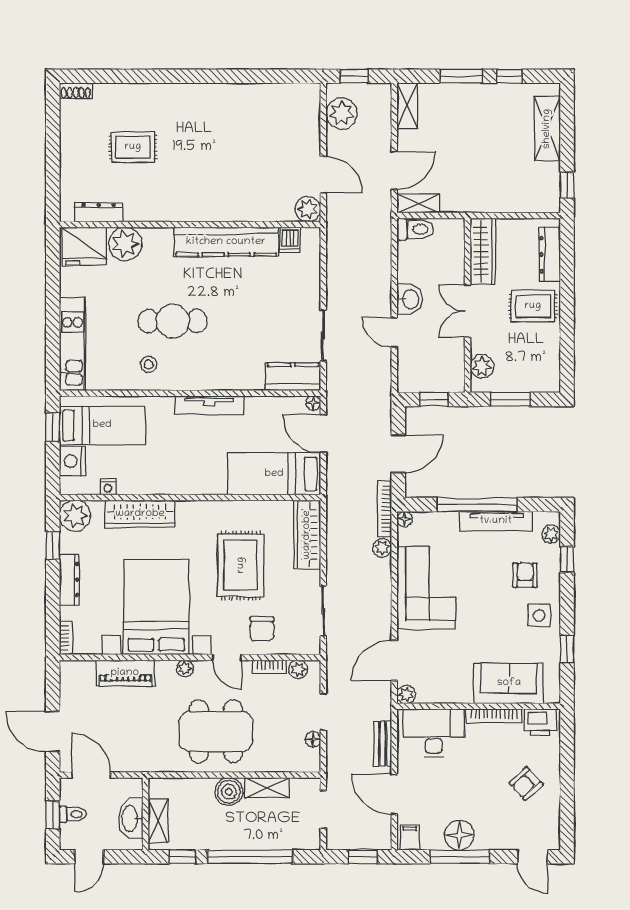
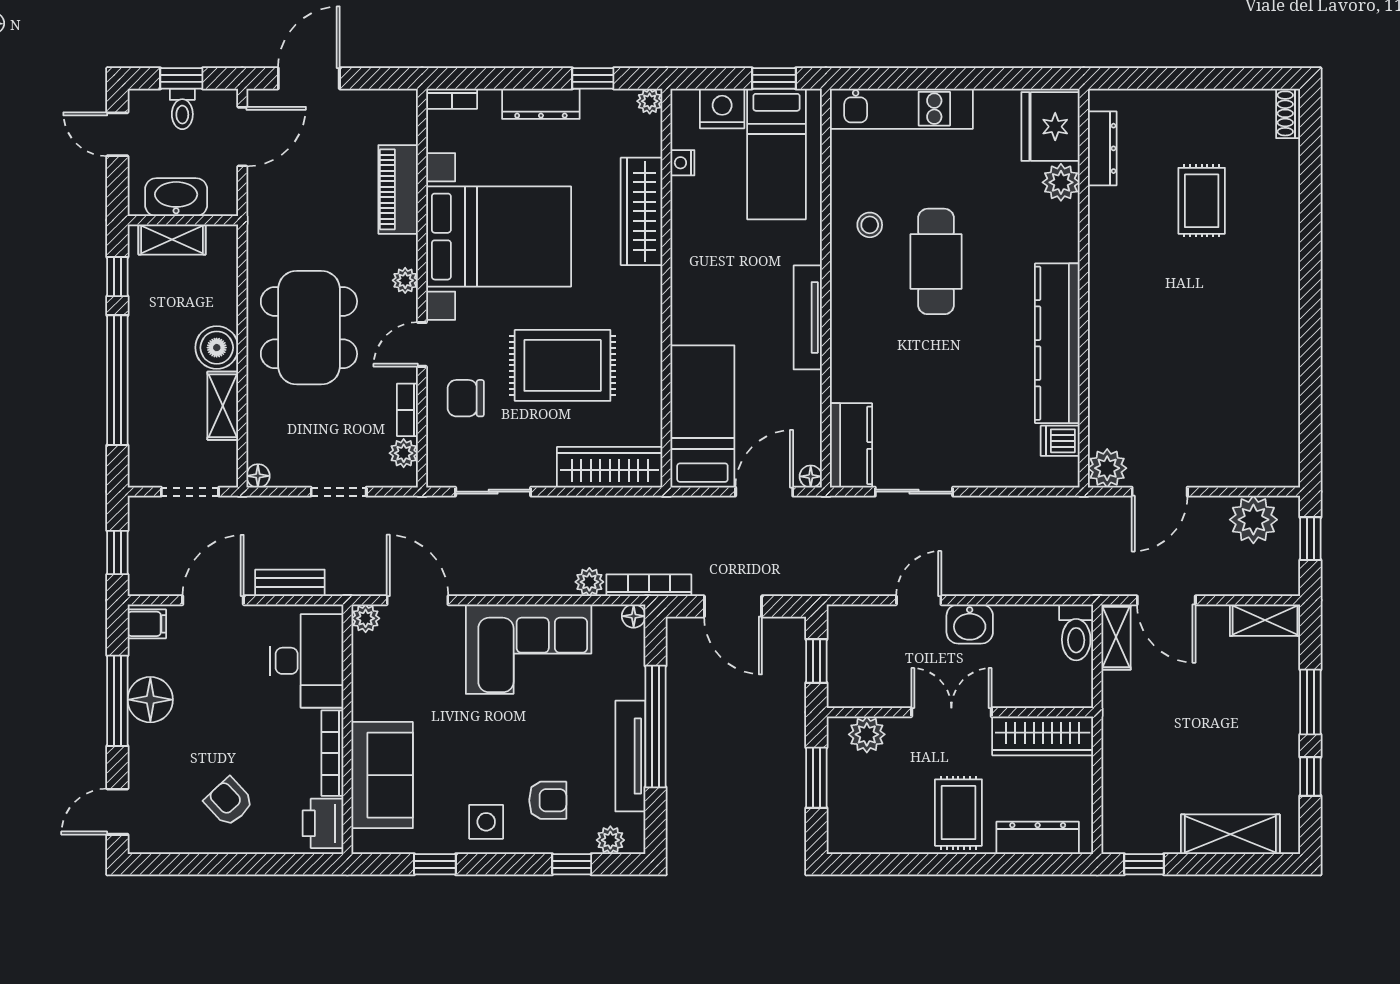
plant: (125, 244) -> (1061, 182), width x0.73, depth x0.73
plant: (75, 516) -> (650, 101), width x0.53, depth x0.53
floor lamp: (313, 739) -> (258, 476), moved

